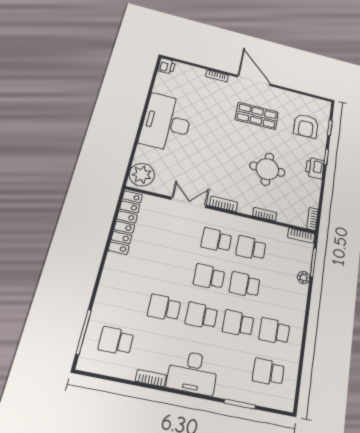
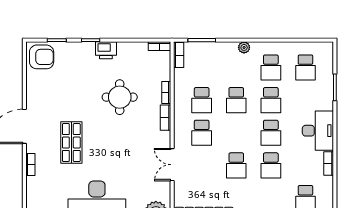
shop shelf: (257, 116) -> (71, 143), moved
armchair: (306, 126) -> (42, 57), moved
bookcase: (223, 204) -> (166, 118), moved
school desk: (209, 277) -> (236, 165), moved
plant: (304, 278) -> (244, 47), moved

